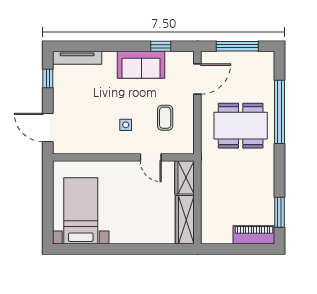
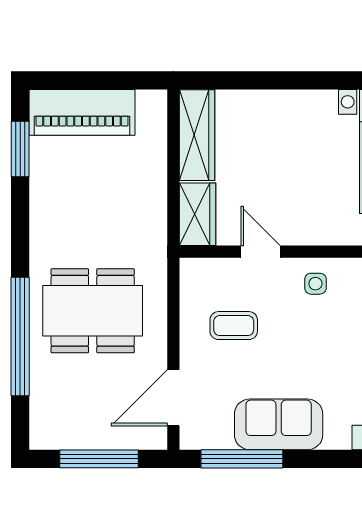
window: (161, 46) -> (242, 459), width x2.17
coffee table: (165, 118) -> (234, 326), turned 90
side table: (126, 125) -> (315, 284), moved
piano: (254, 235) -> (82, 112), width x1.37, depth x1.33

